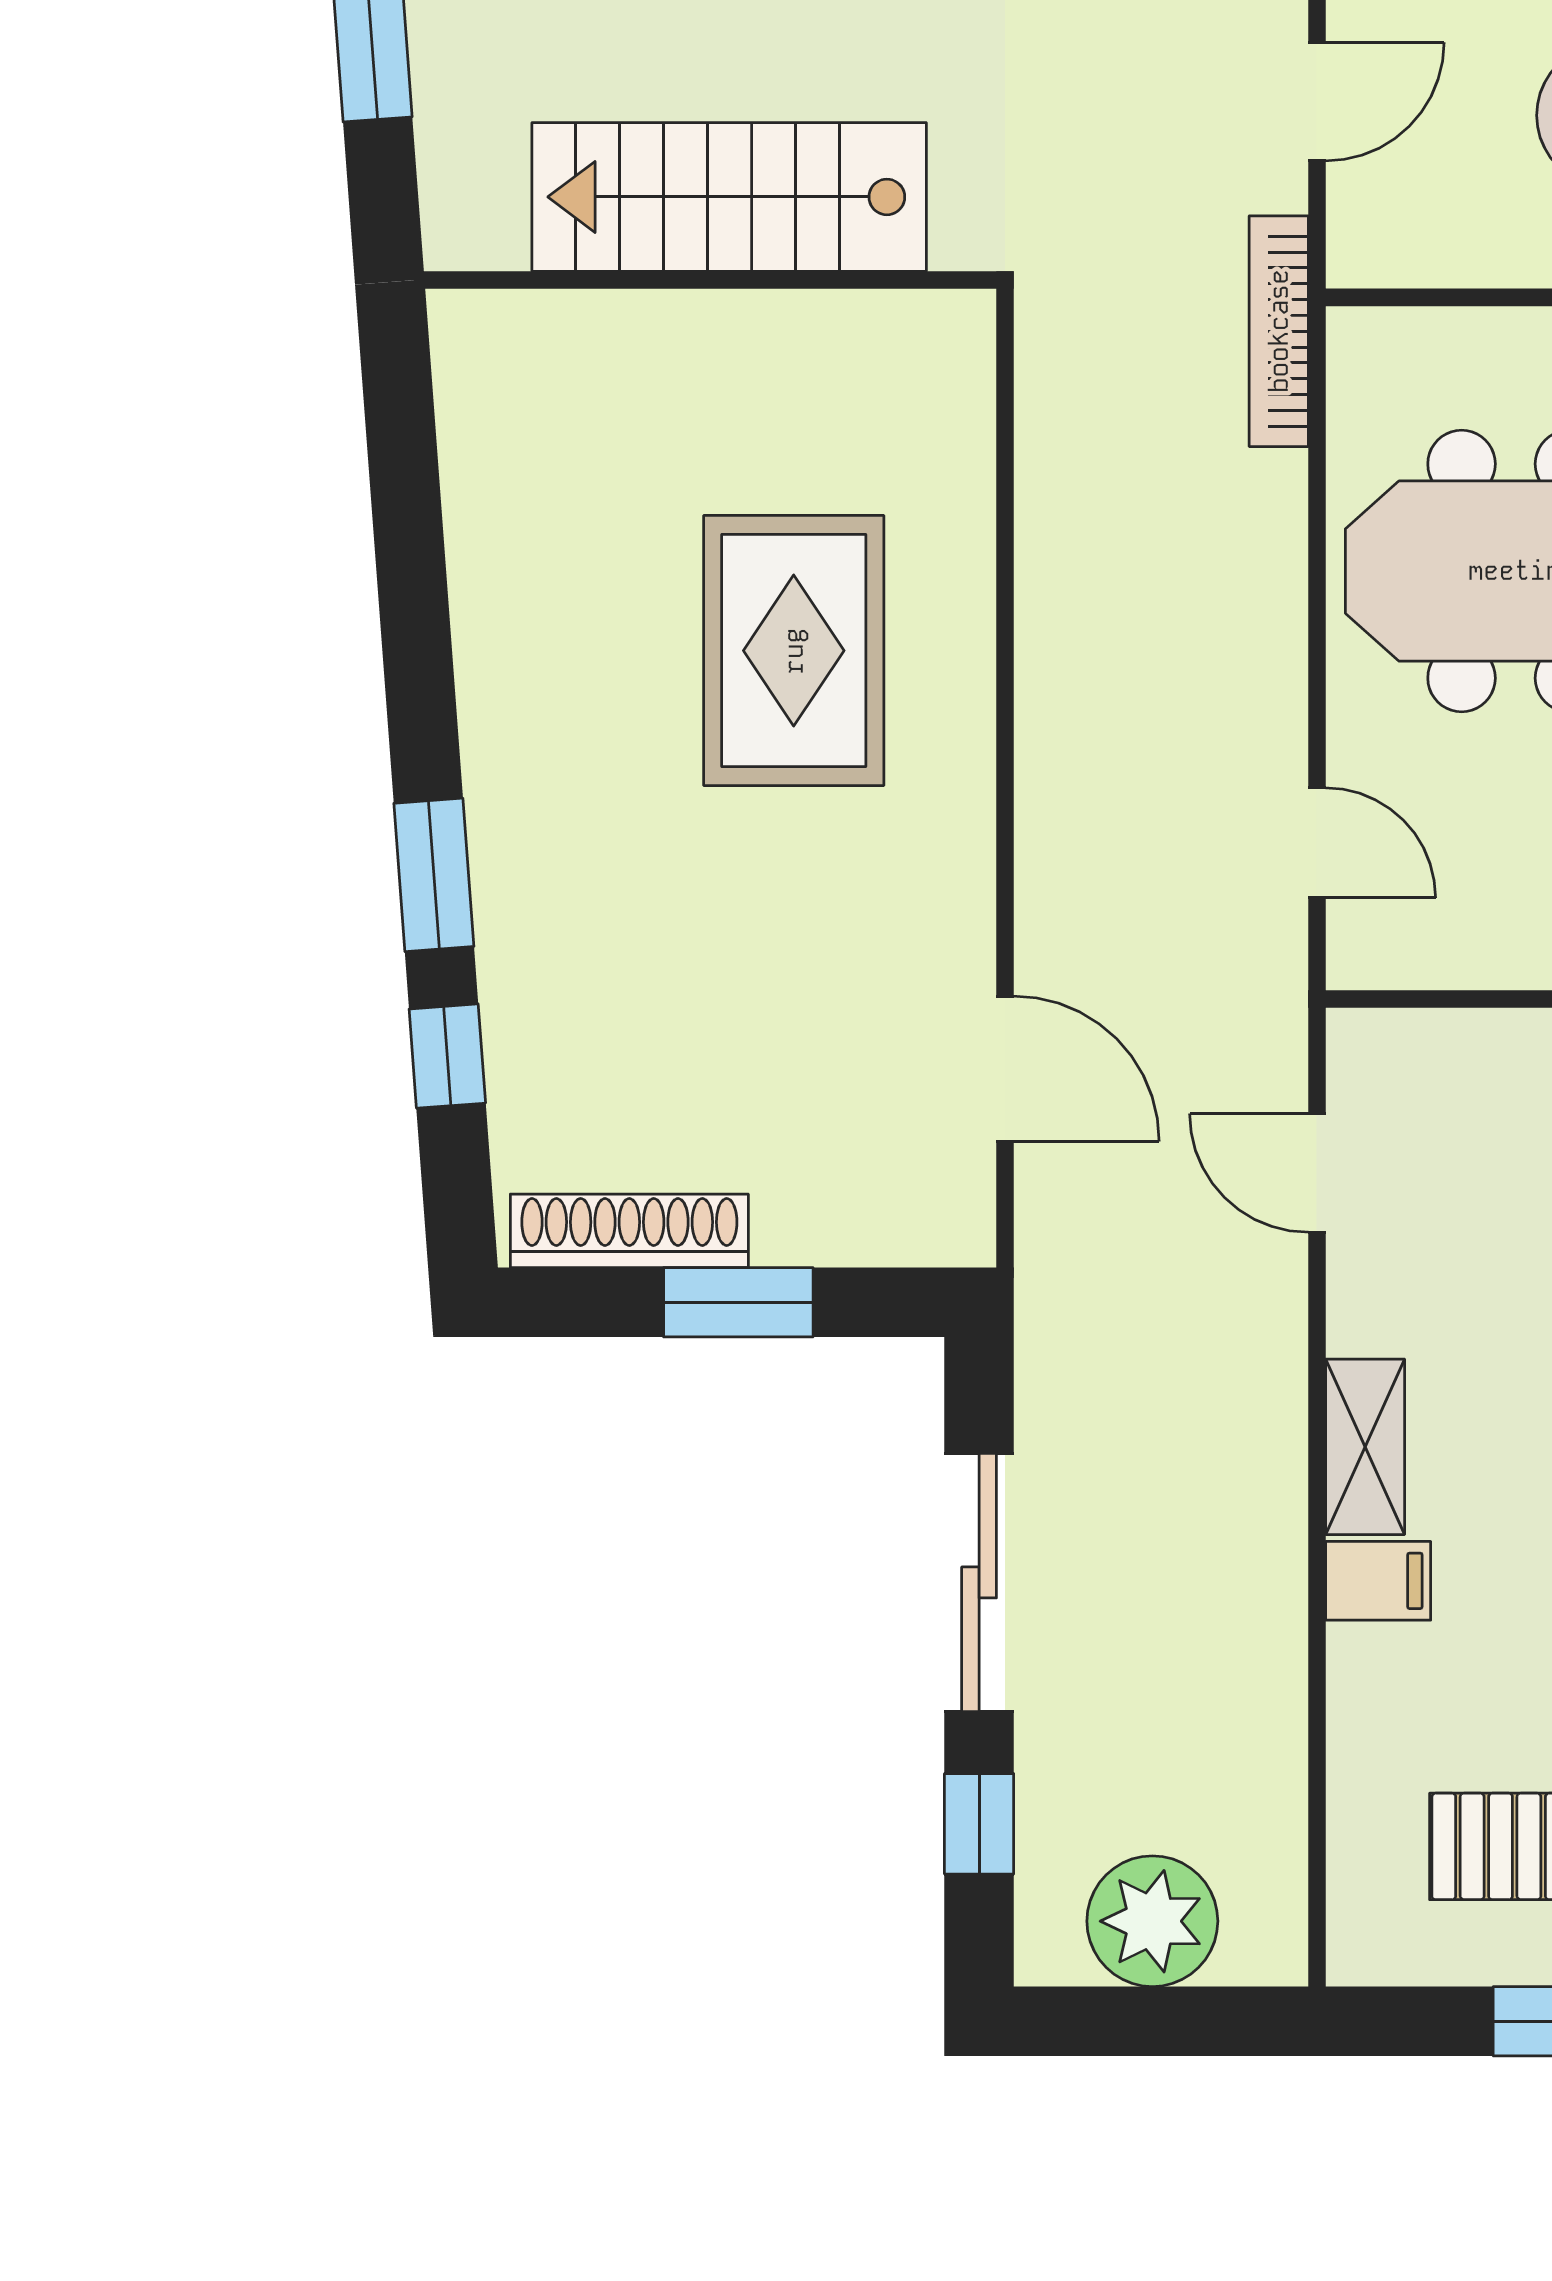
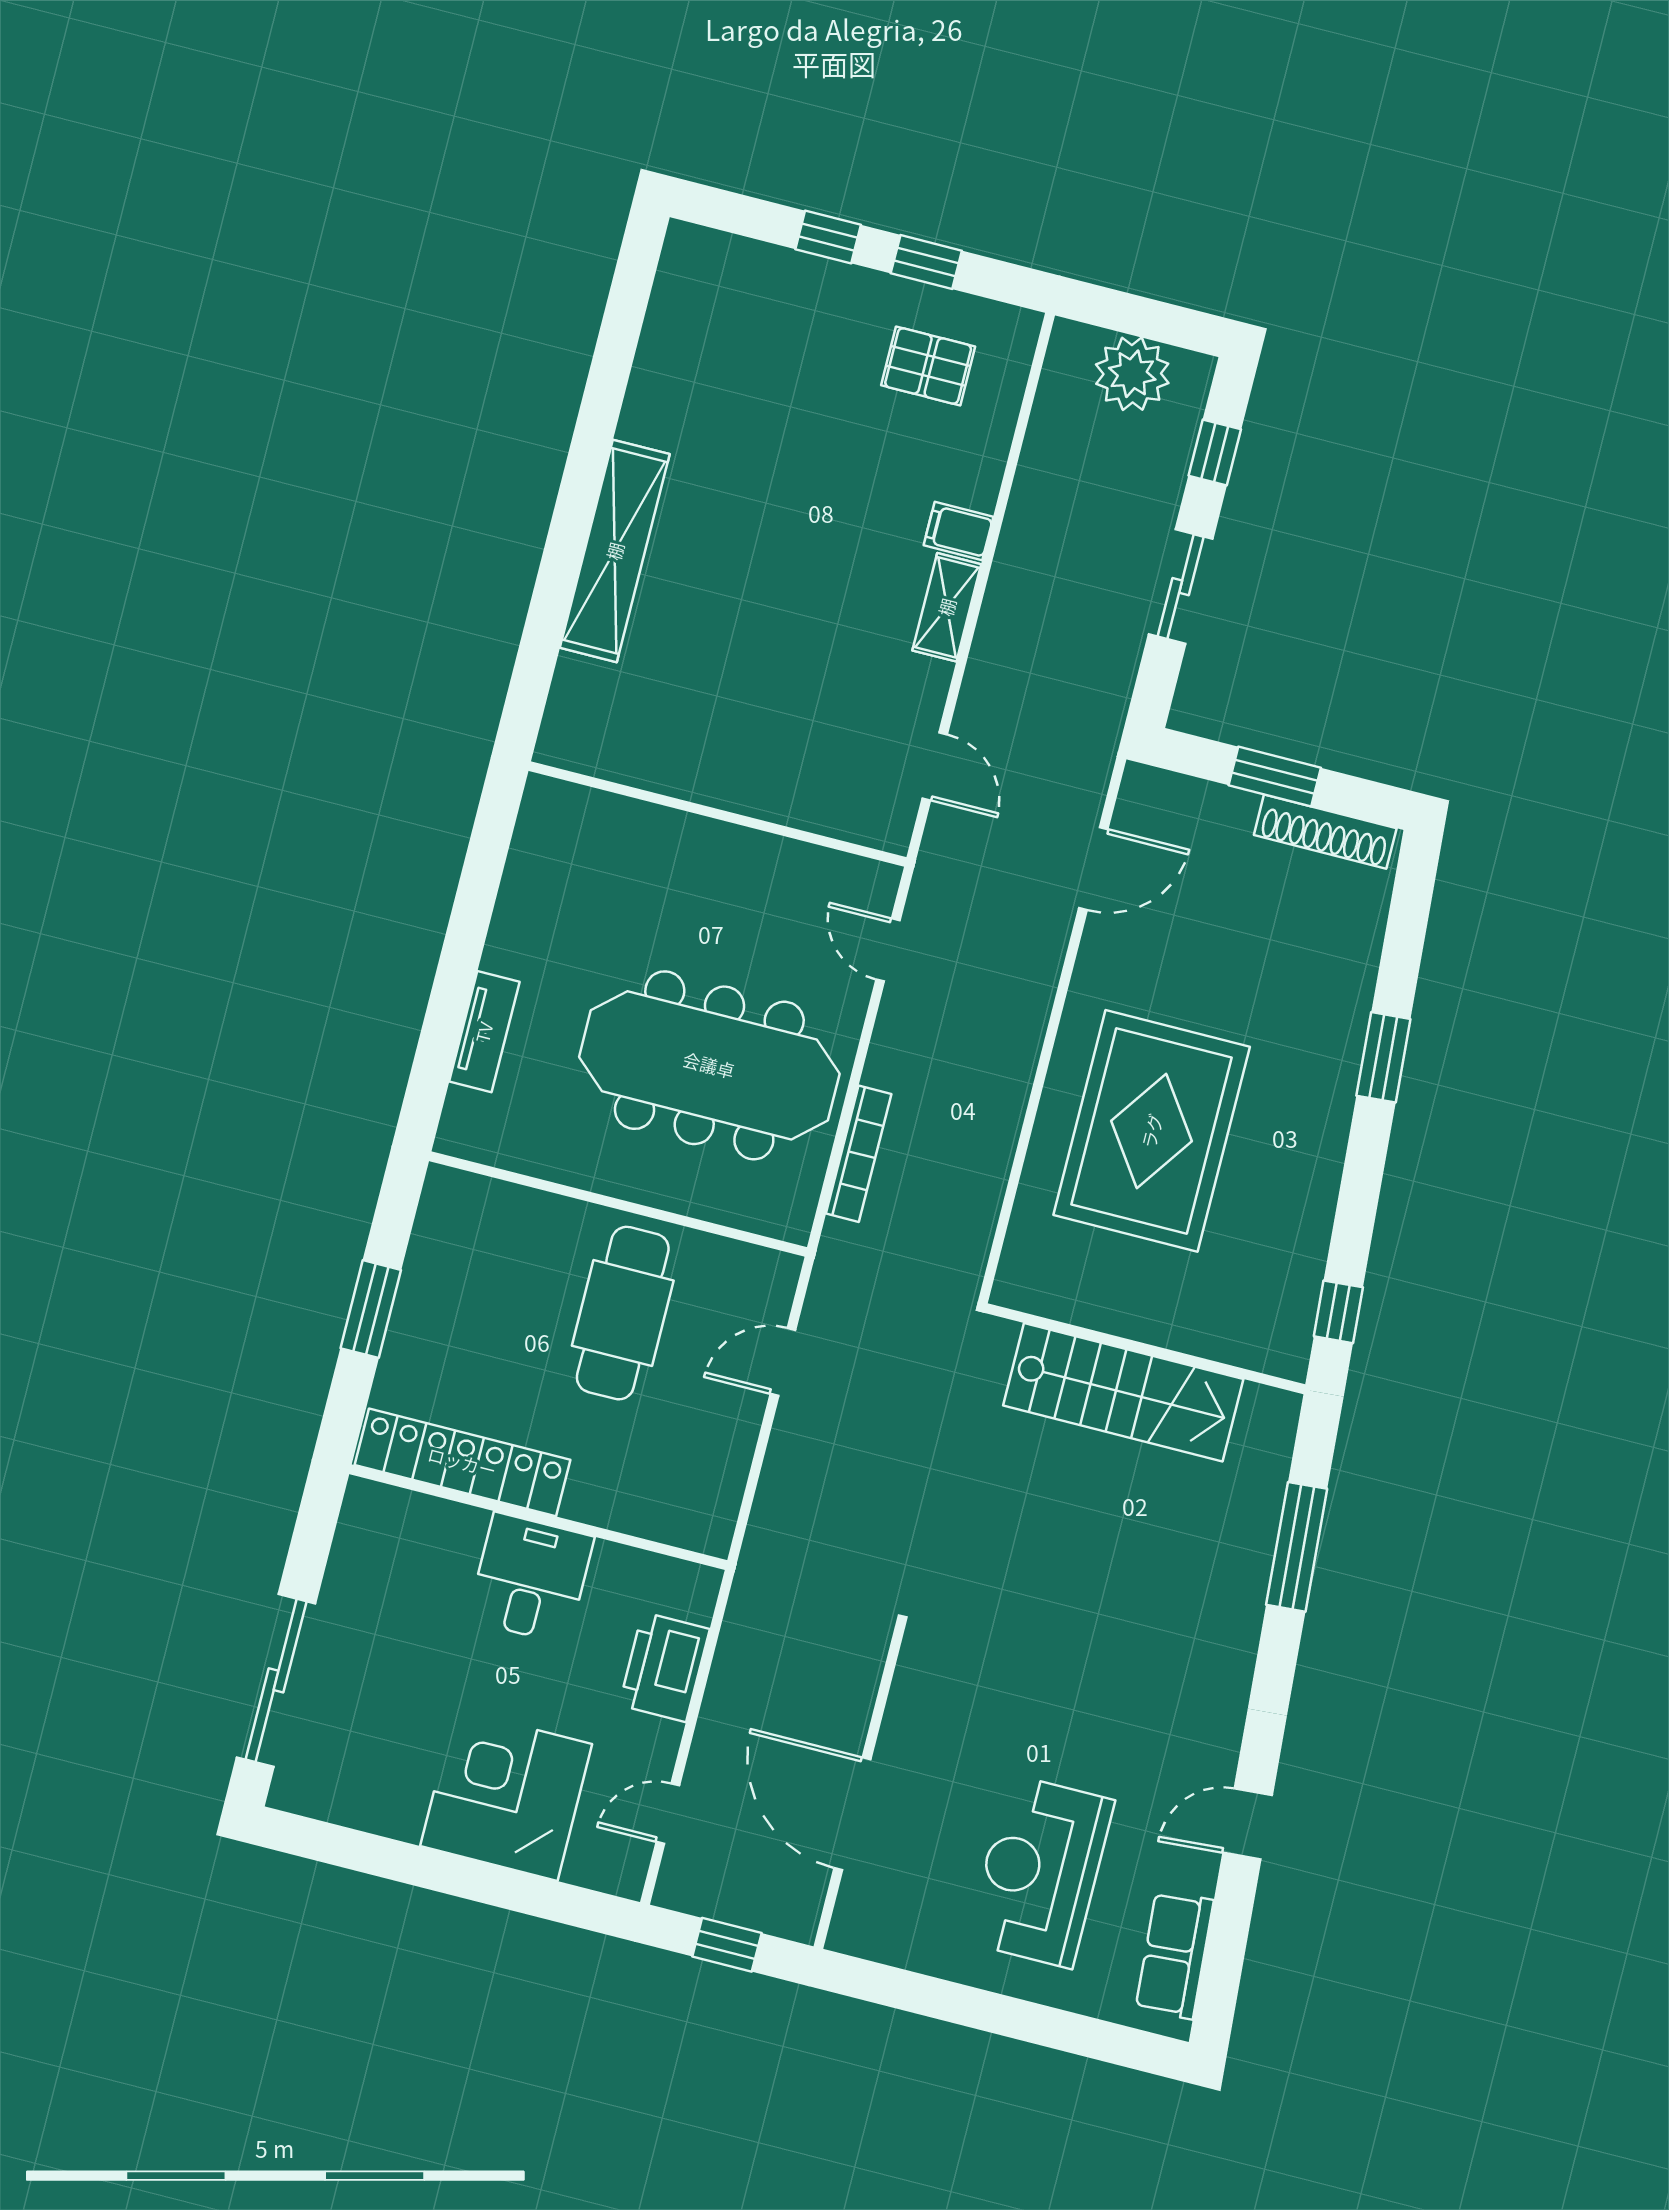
bookcase: (1279, 331) -> (859, 1154), moved
rug: (794, 651) -> (1152, 1131), width x1.37, depth x1.44
window: (447, 1056) -> (1338, 1312), moved
door: (1005, 1069) -> (1093, 869), swing flipped
sliding door: (979, 1582) -> (1181, 587), width x0.73

